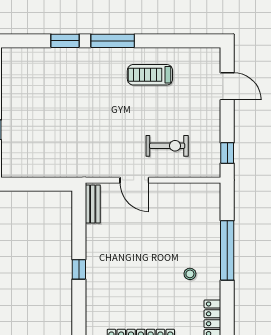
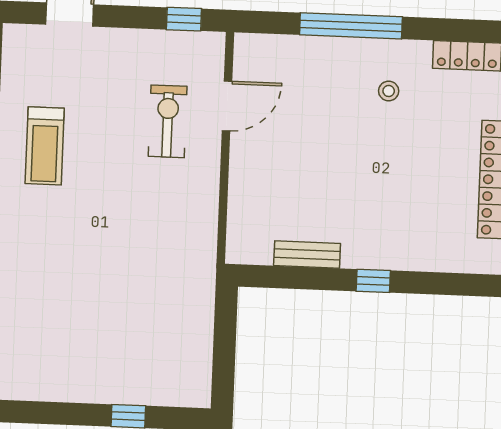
door: (134, 180) -> (227, 106), moved
bench: (93, 204) -> (307, 254), moved

